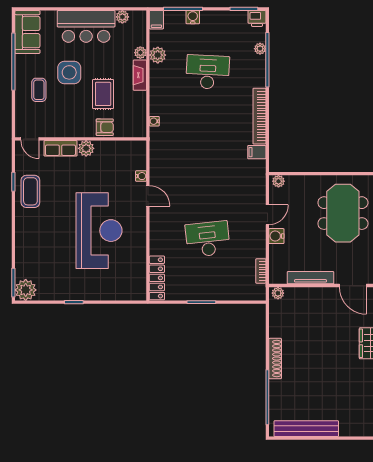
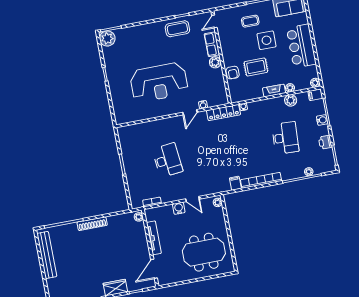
plant: (122, 17) -> (315, 83), moved
printer: (257, 18) -> (325, 142), moved
locker: (157, 278) -> (223, 113), moved

